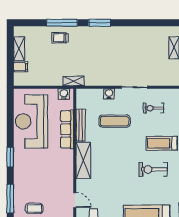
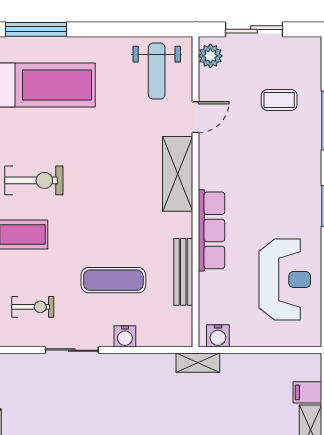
reception desk: (31, 121) -> (285, 280), width x0.74, depth x0.77
row of seats: (67, 129) -> (211, 230), moved
shelving: (83, 160) -> (178, 174), moved
door: (75, 200) -> (196, 117), swing flipped

